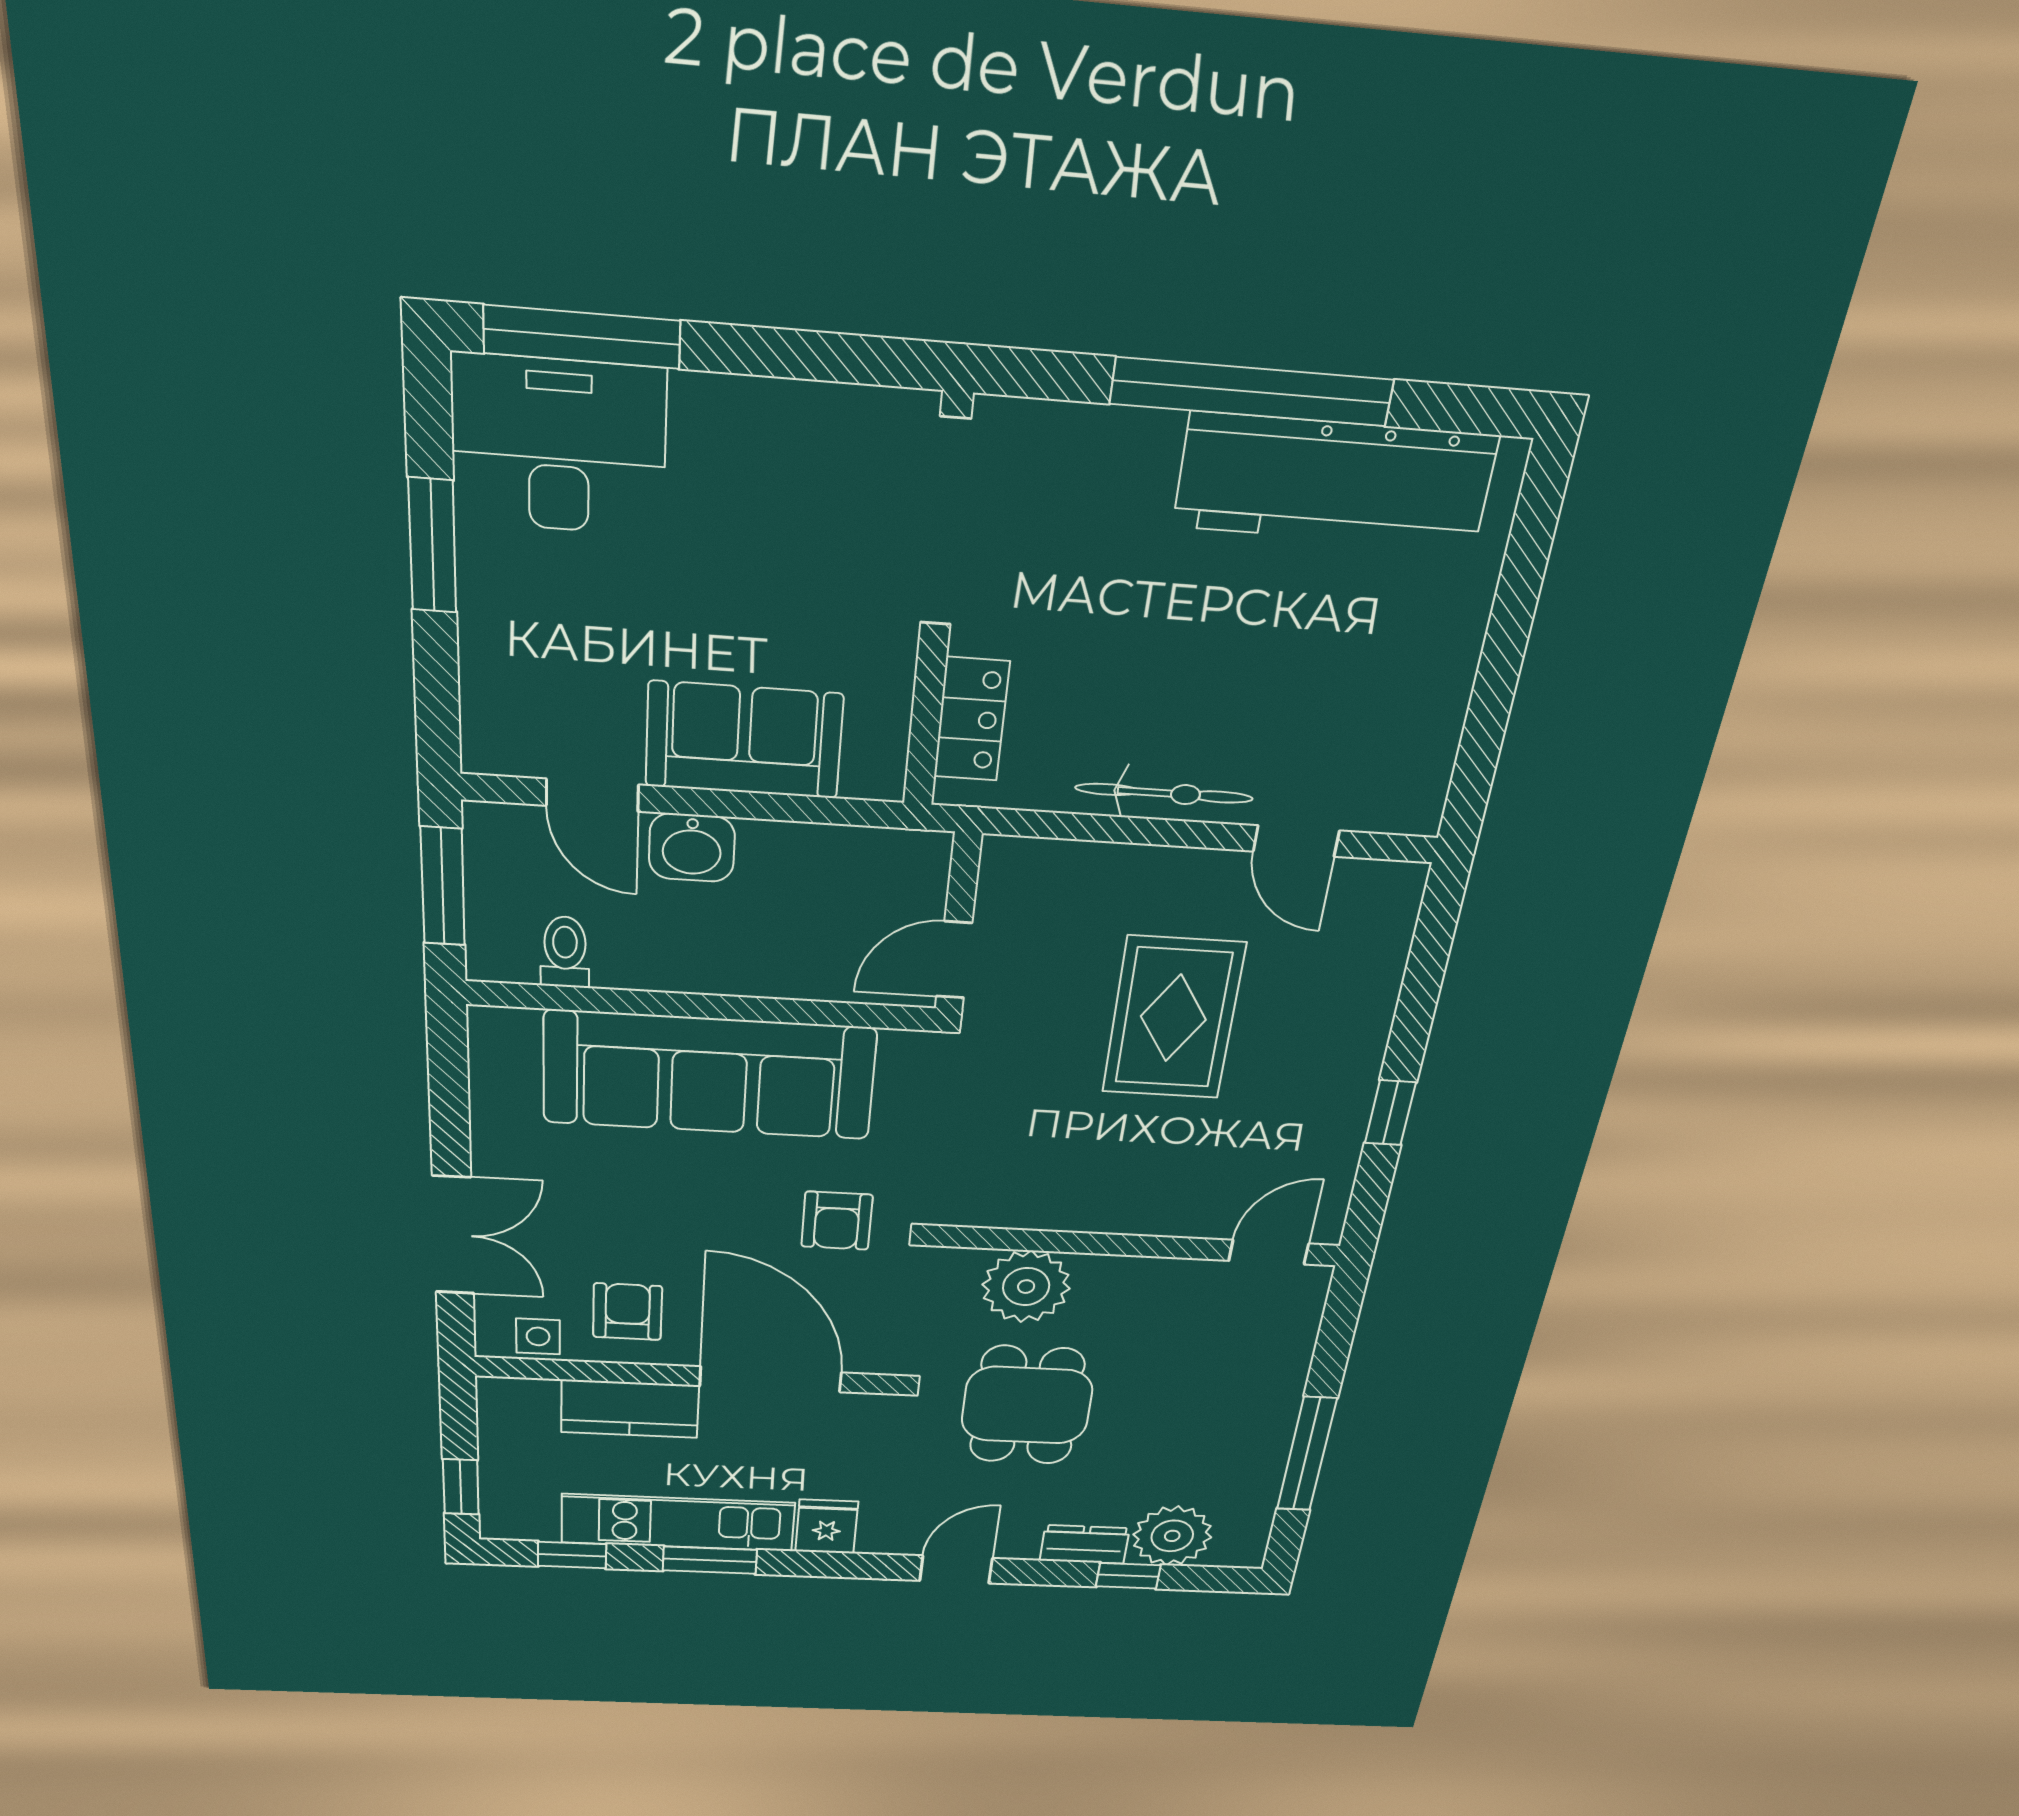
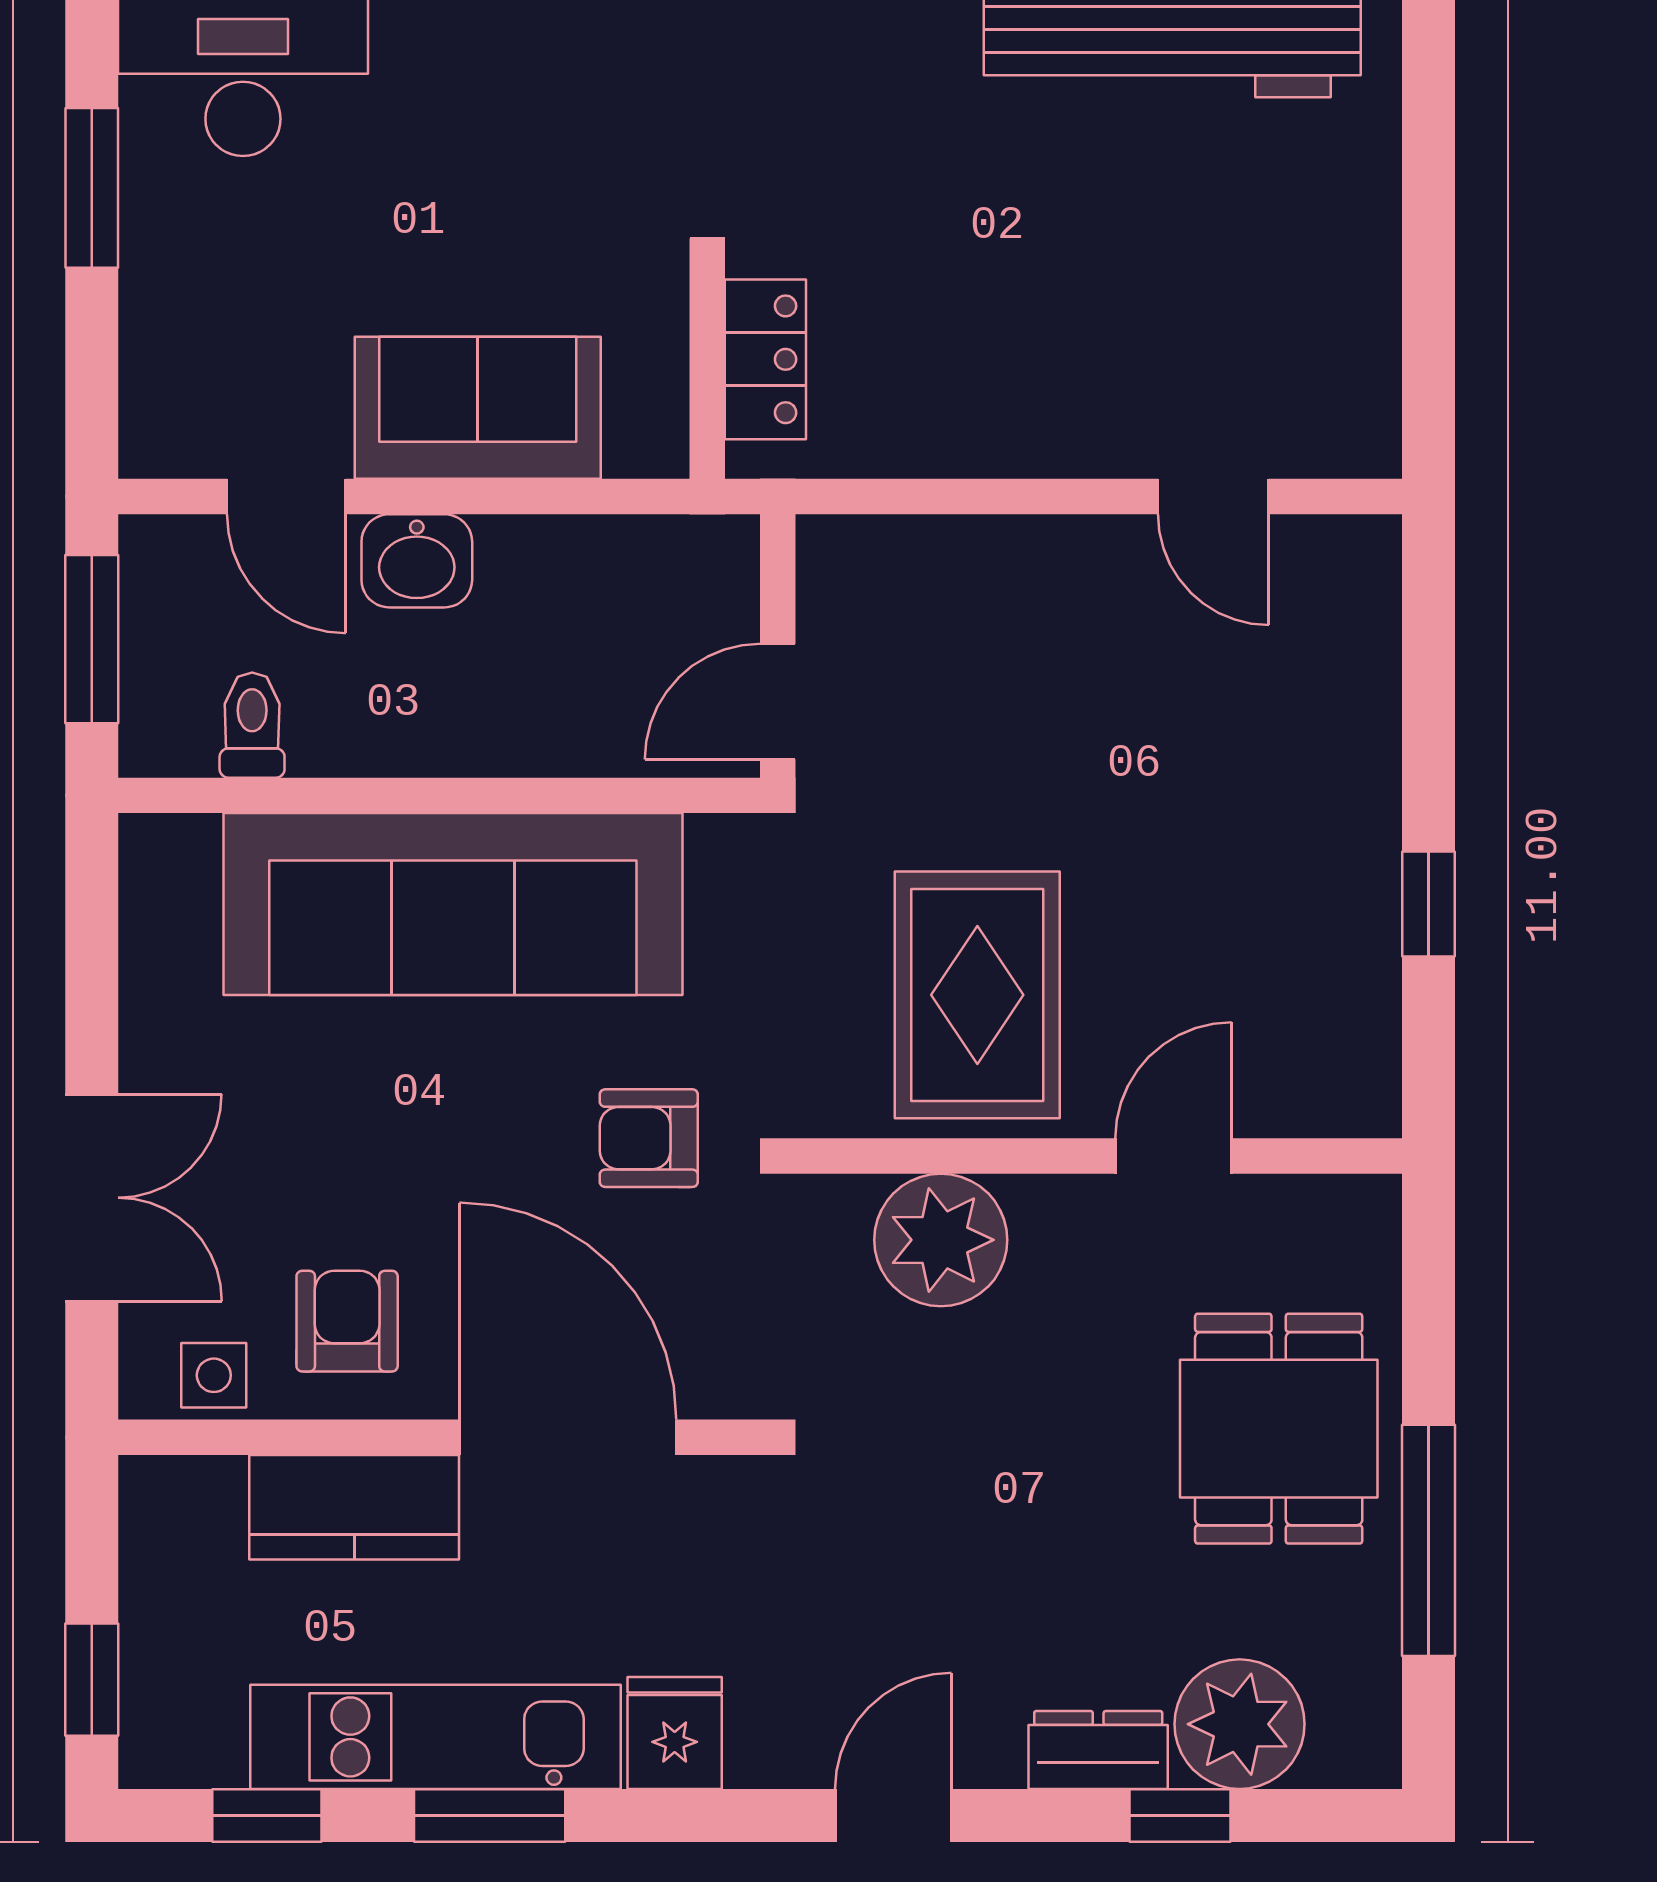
bicycle: (1164, 793) -> (1027, 442), removed
rug: (1173, 1018) -> (977, 995), moved
armchair: (837, 1221) -> (649, 1138), turned 90
door: (1269, 1252) -> (1173, 1156), moved
dining table: (1027, 1405) -> (1279, 1429), moved

